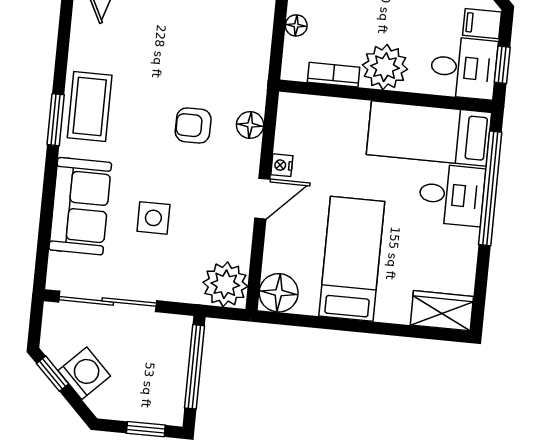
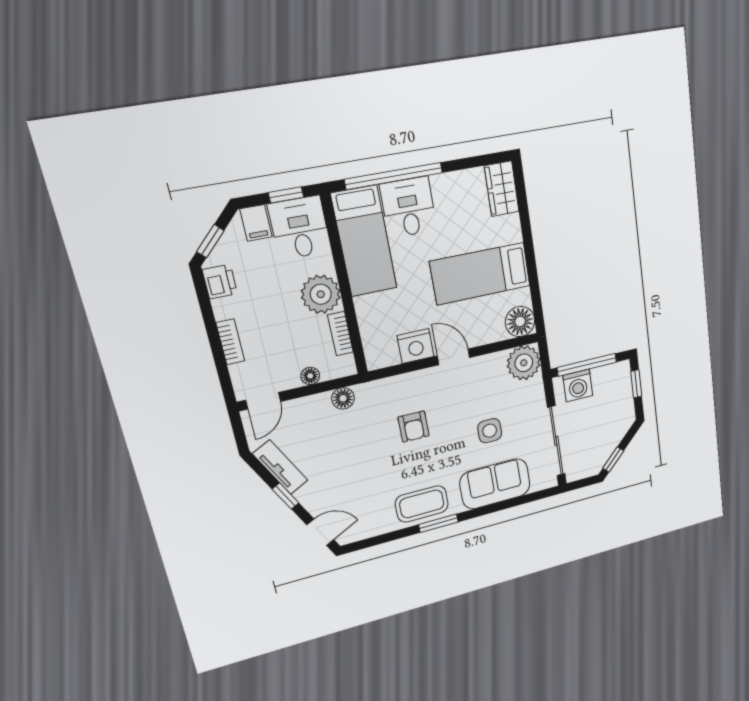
floor lamp: (250, 125) -> (343, 398), moved
nightstand: (282, 165) -> (416, 346), width x1.89, depth x1.79
washing machine: (84, 373) -> (578, 386), moved, turned -135

